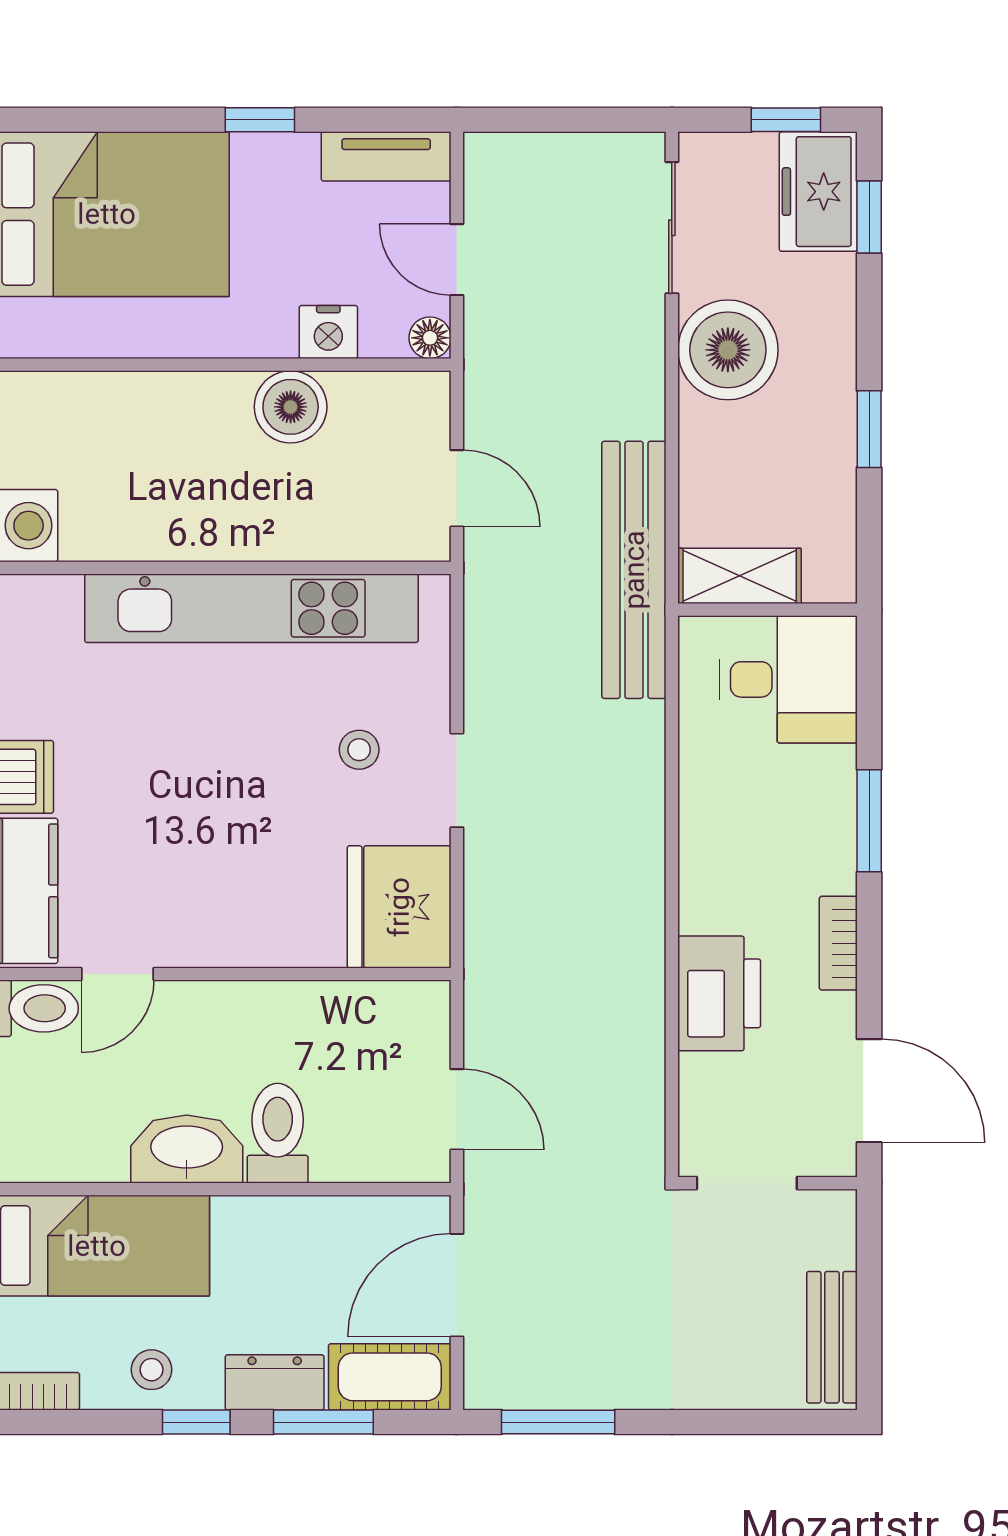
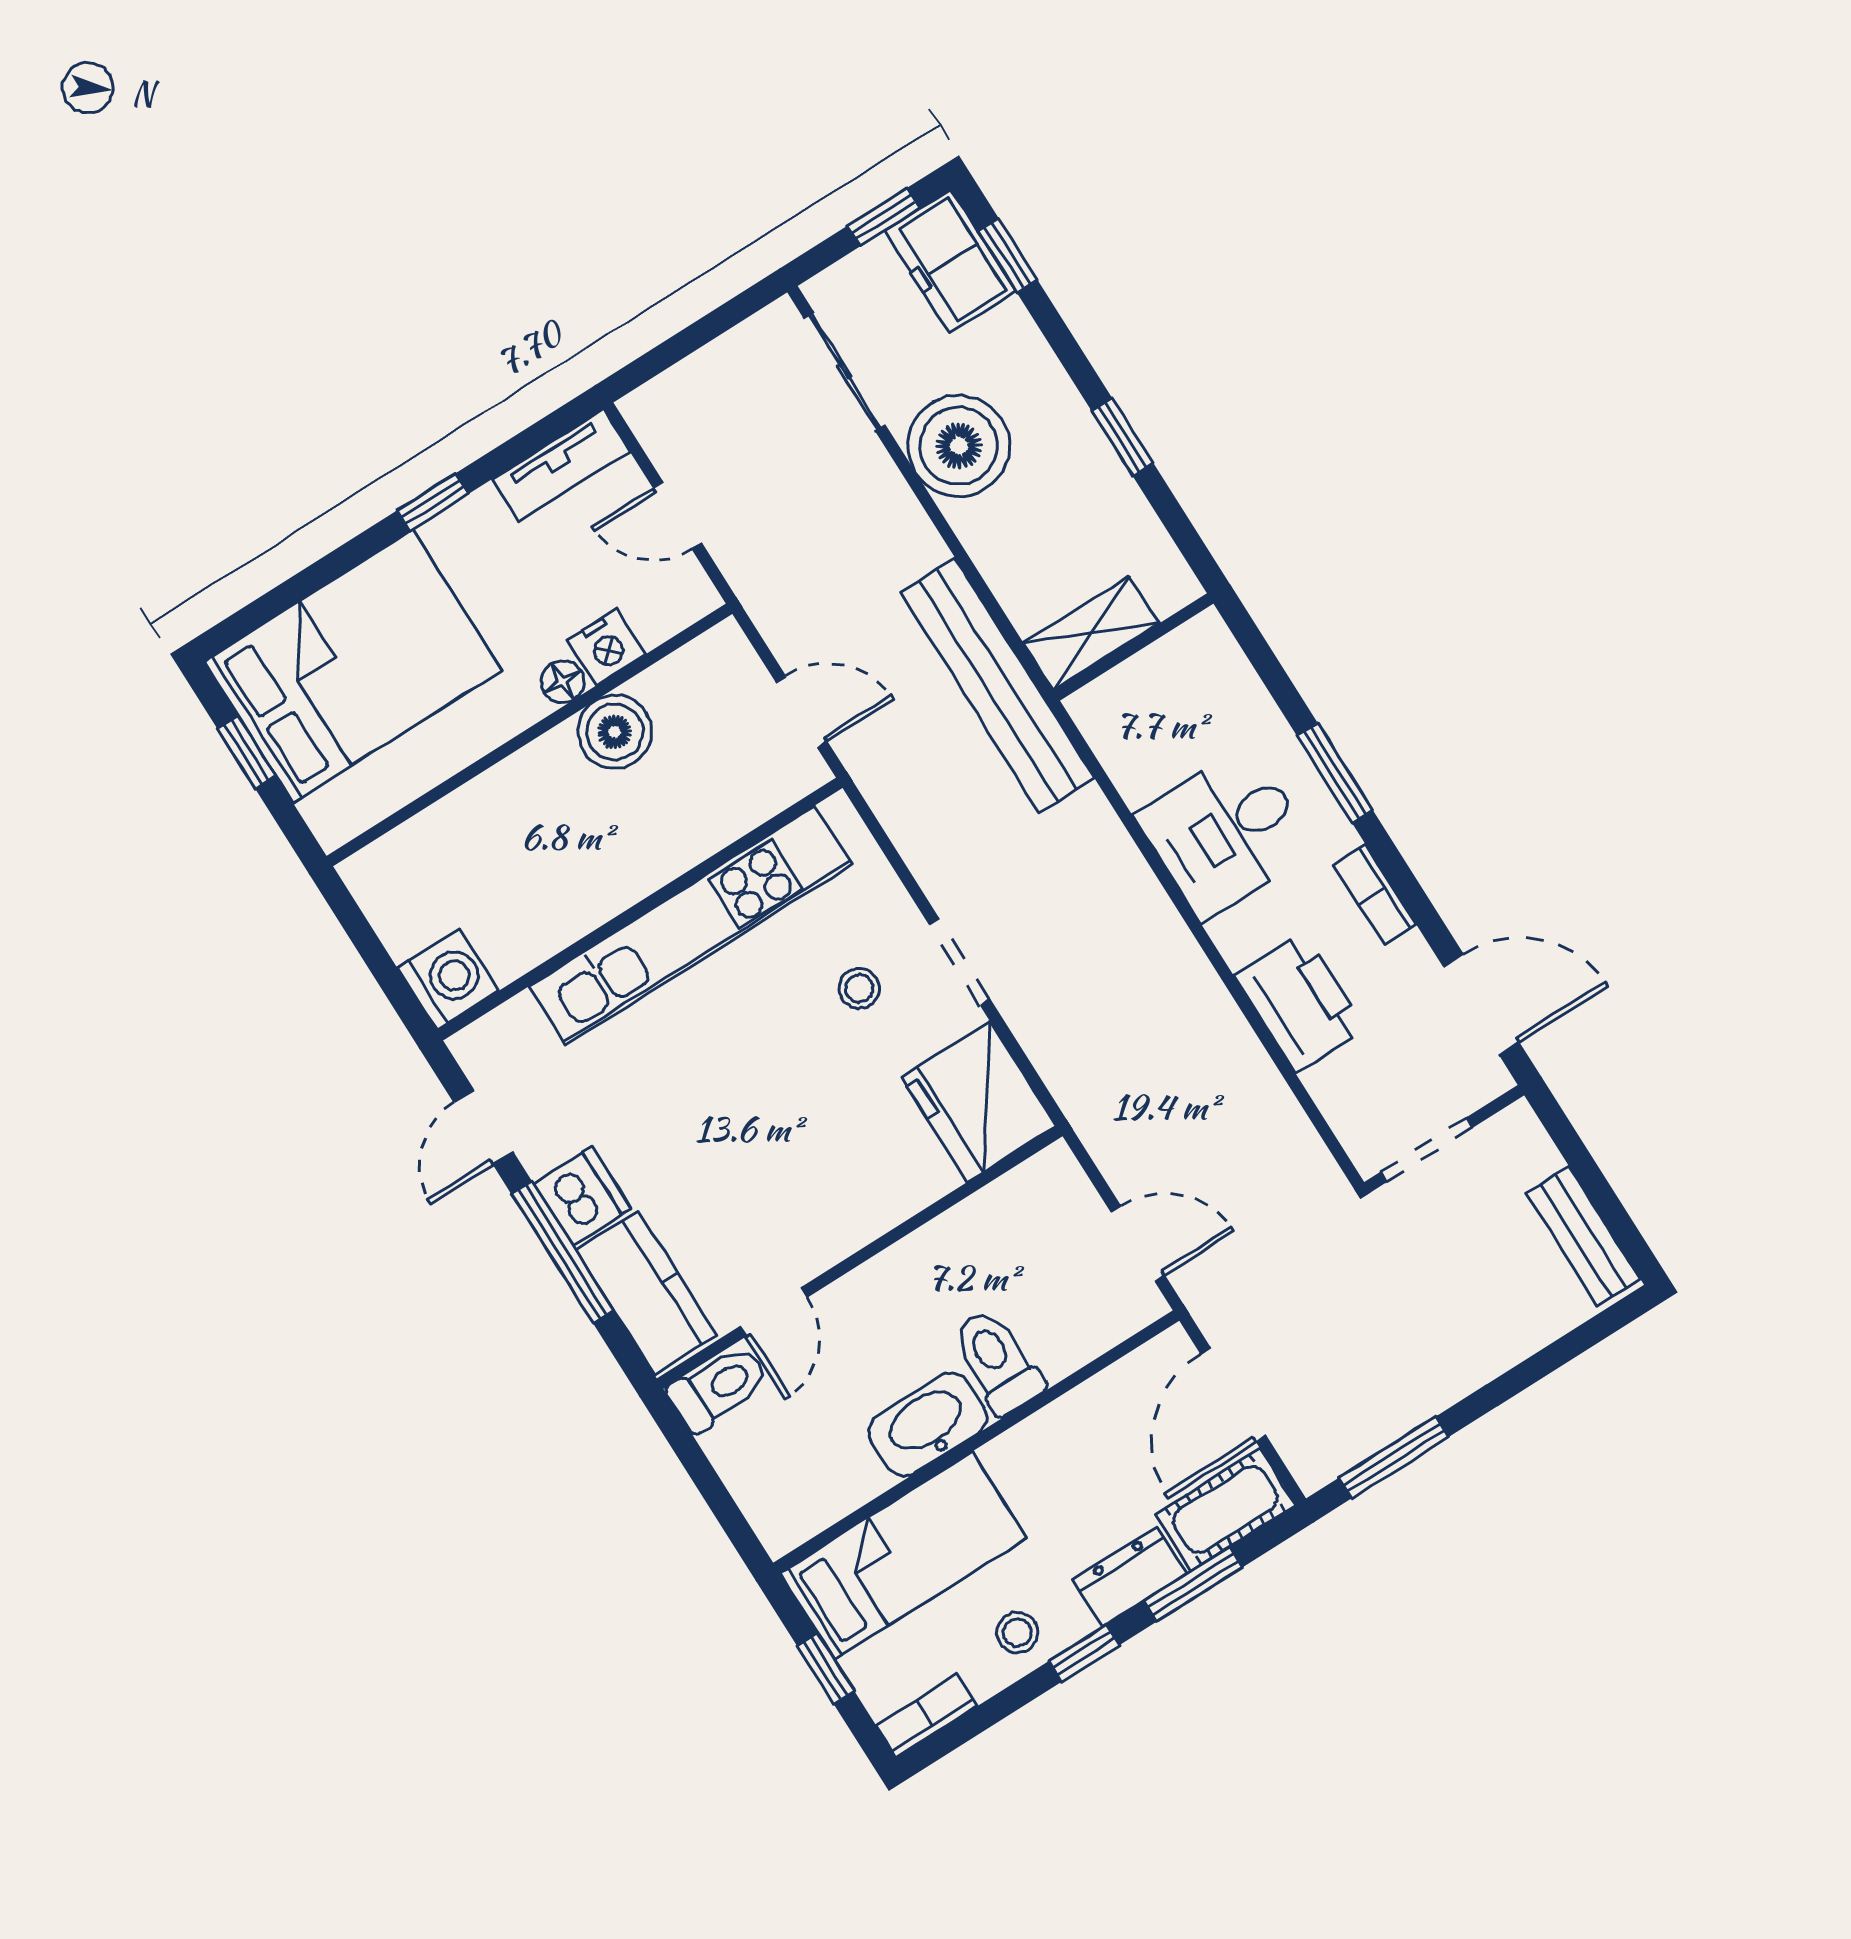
floor lamp: (430, 338) -> (563, 682), moved
desk: (788, 679) -> (1226, 832), moved, turned 180

